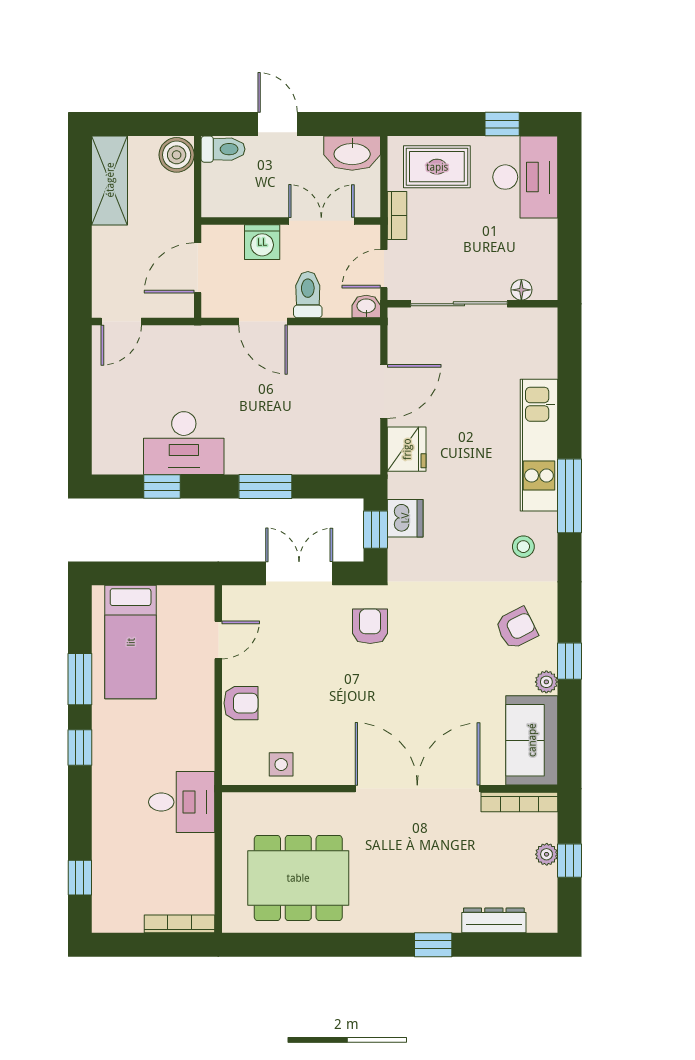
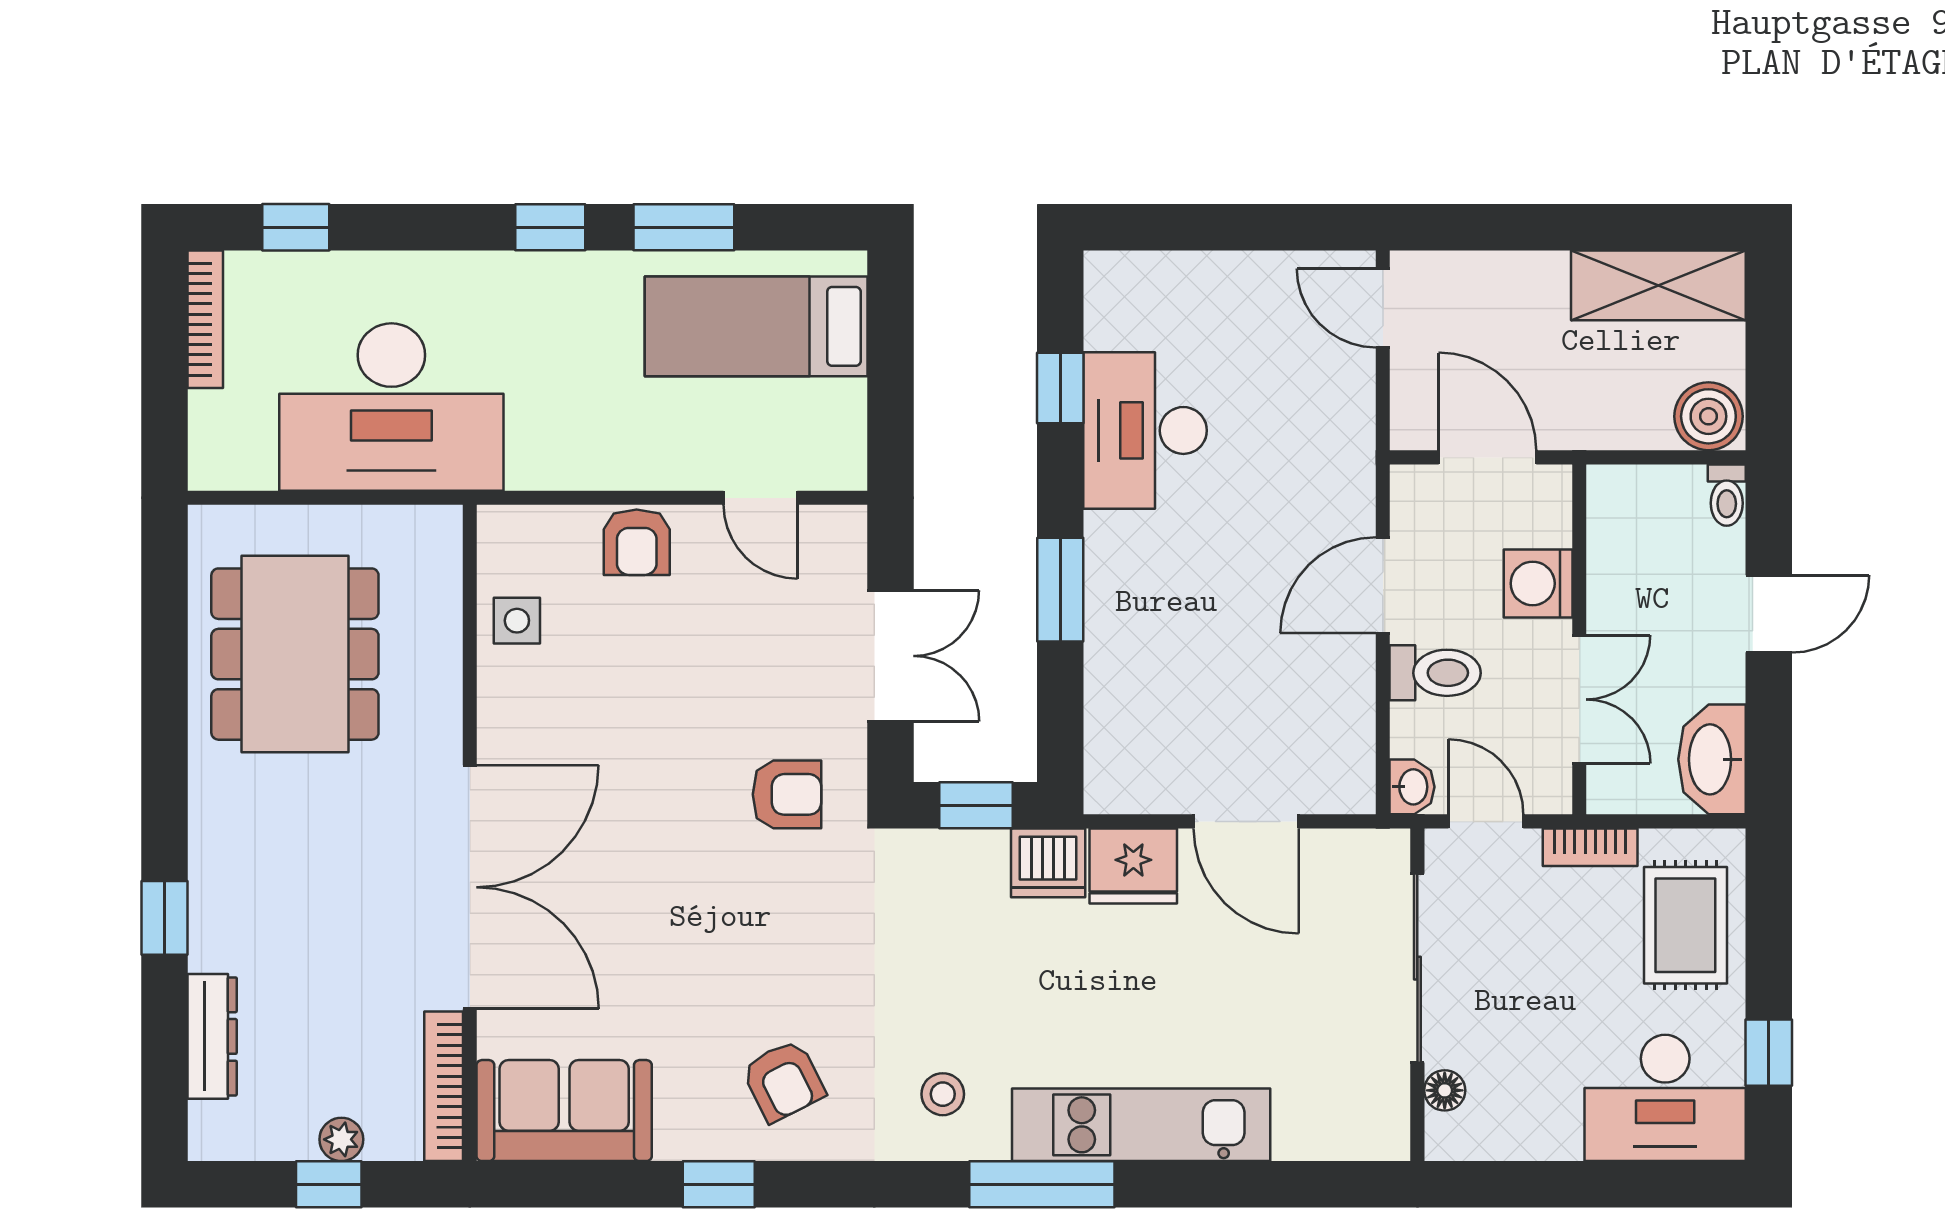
toilet: (223, 149) -> (1727, 495), width x0.73, depth x0.72
dishwasher: (405, 518) -> (1048, 863), moved
plant: (546, 682) -> (678, 1139), removed
desk: (182, 802) -> (391, 407), width x1.87, depth x1.30
bookcase: (180, 924) -> (205, 319), moved

